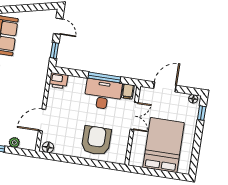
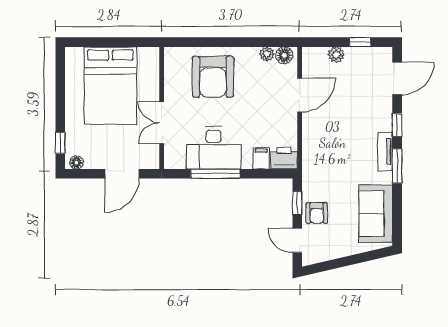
armchair: (43, 42) -> (317, 213), added
filing cabinet: (128, 91) -> (261, 158), moved
plant: (59, 150) -> (267, 54), added

